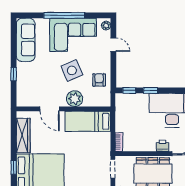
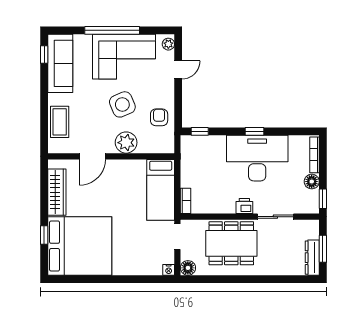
door: (113, 45) -> (178, 70), hinge flipped
window: (14, 74) -> (44, 55), moved
coffee table: (25, 83) -> (60, 122), added
window: (150, 90) -> (255, 131), moved
door: (50, 109) -> (92, 156), hinge flipped
bed: (88, 121) -> (161, 190), moved, turned -90

